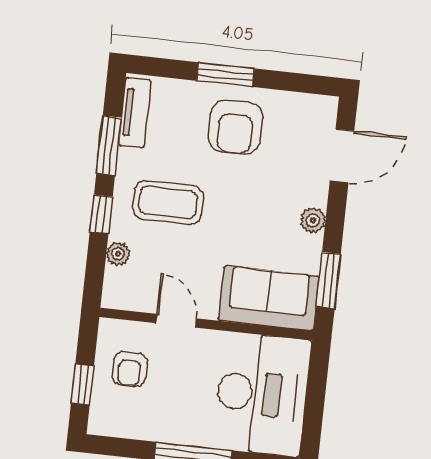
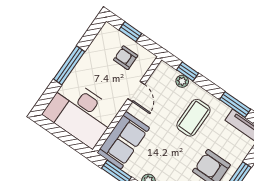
window: (101, 214) -> (188, 71), moved
door: (176, 321) -> (136, 91), hinge flipped

